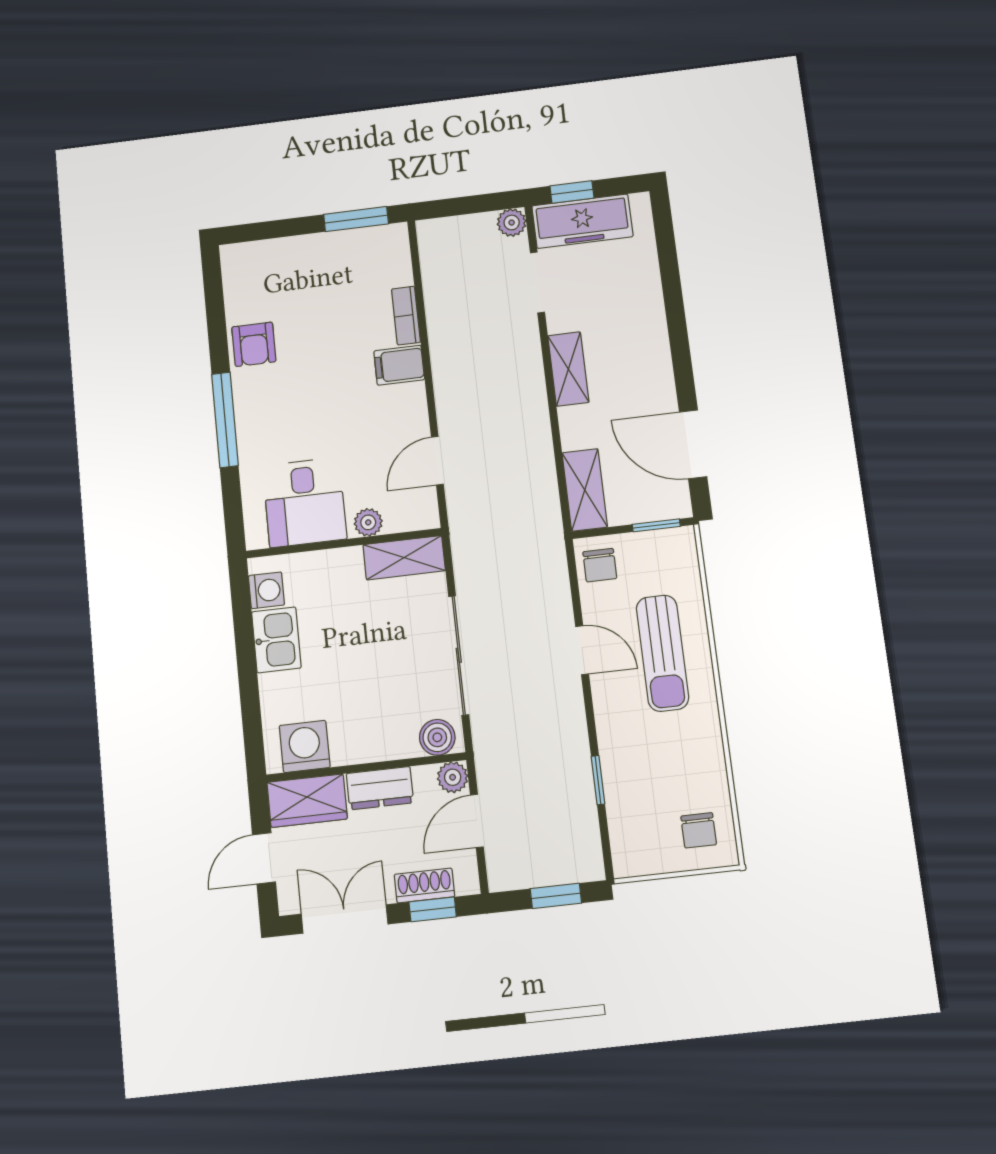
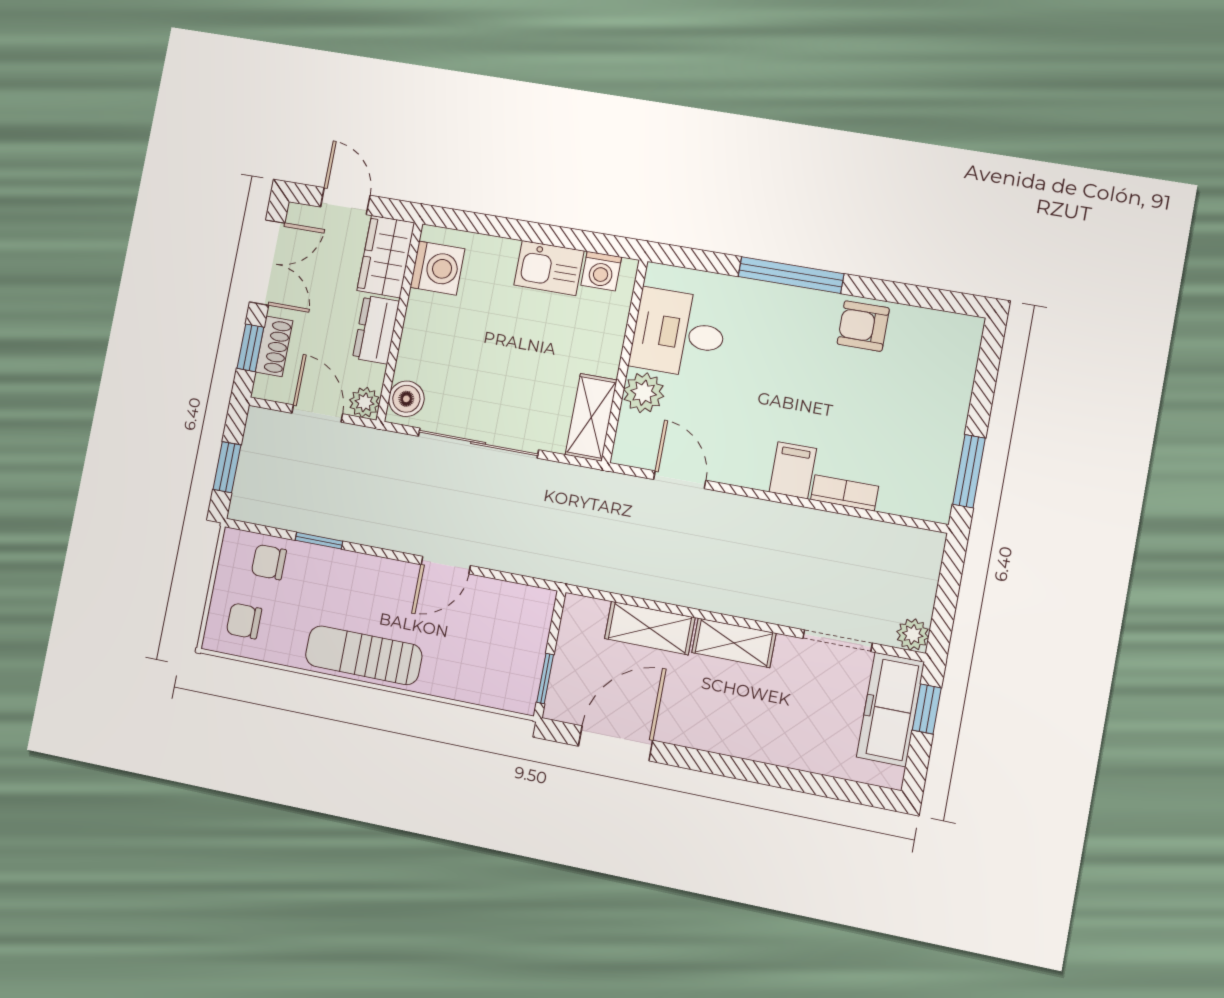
shelving: (585, 490) -> (650, 628), moved
plant: (368, 522) -> (644, 393), width x1.38, depth x1.38
chair: (600, 565) -> (269, 562), moved
sun lounger: (662, 653) -> (364, 655), moved

